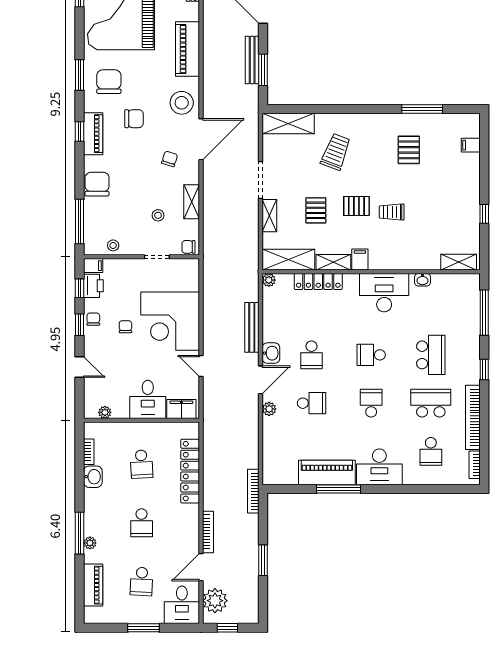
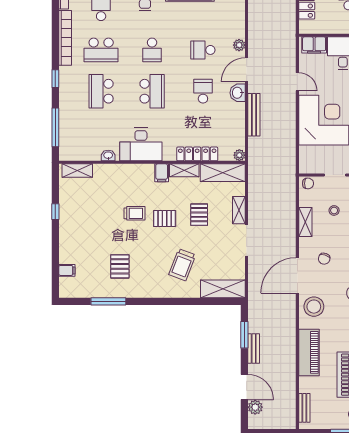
bench: (252, 60) -> (254, 348), width x0.73
school desk: (371, 355) -> (152, 91), width x1.85

